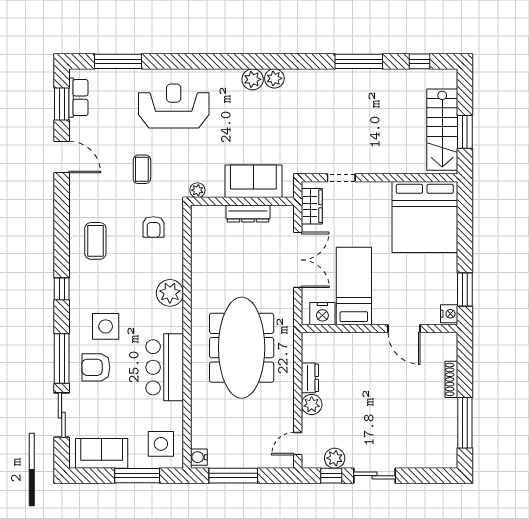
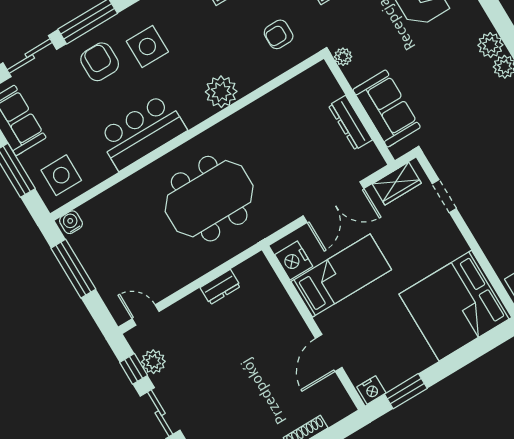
meeting table: (242, 348) -> (209, 199), width x0.73
plant: (312, 404) -> (194, 305), removed

